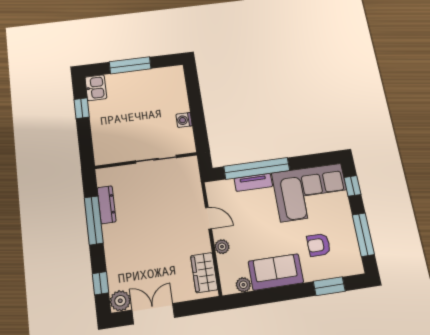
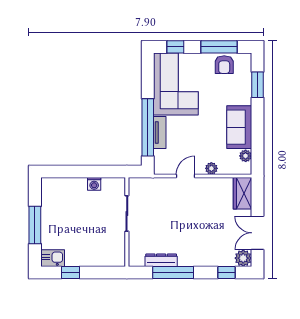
armchair: (319, 245) -> (224, 65), moved
wardrobe: (204, 273) -> (242, 193), moved, turned 90

